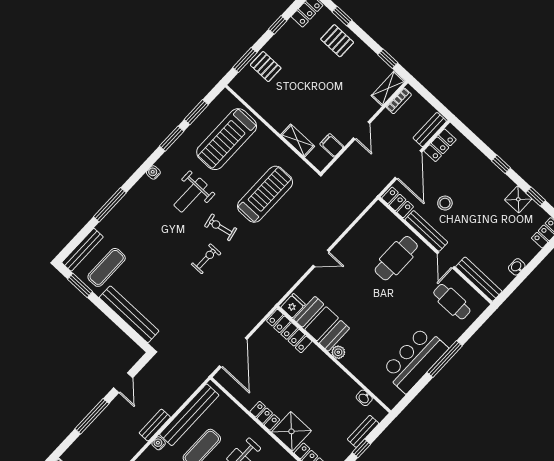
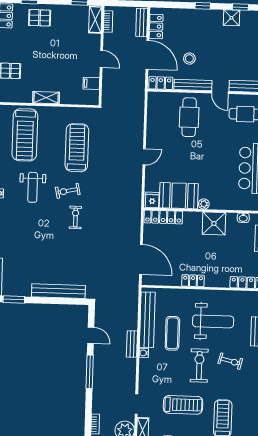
shelving: (298, 140) -> (46, 98), moved
exercise mat: (107, 267) -> (20, 275), removed
shower: (291, 431) -> (214, 223), moved

